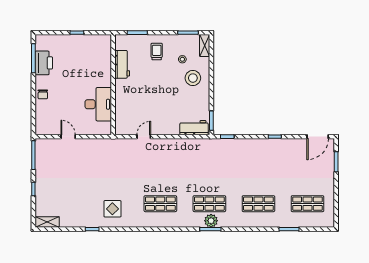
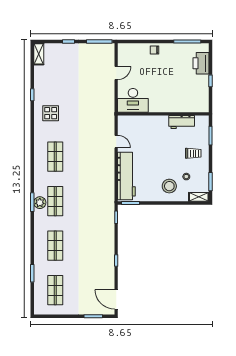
printer: (44, 63) -> (201, 63), moved, turned 90
desk: (98, 104) -> (133, 100), moved
workbench: (194, 128) -> (126, 176), width x1.87, depth x1.32

